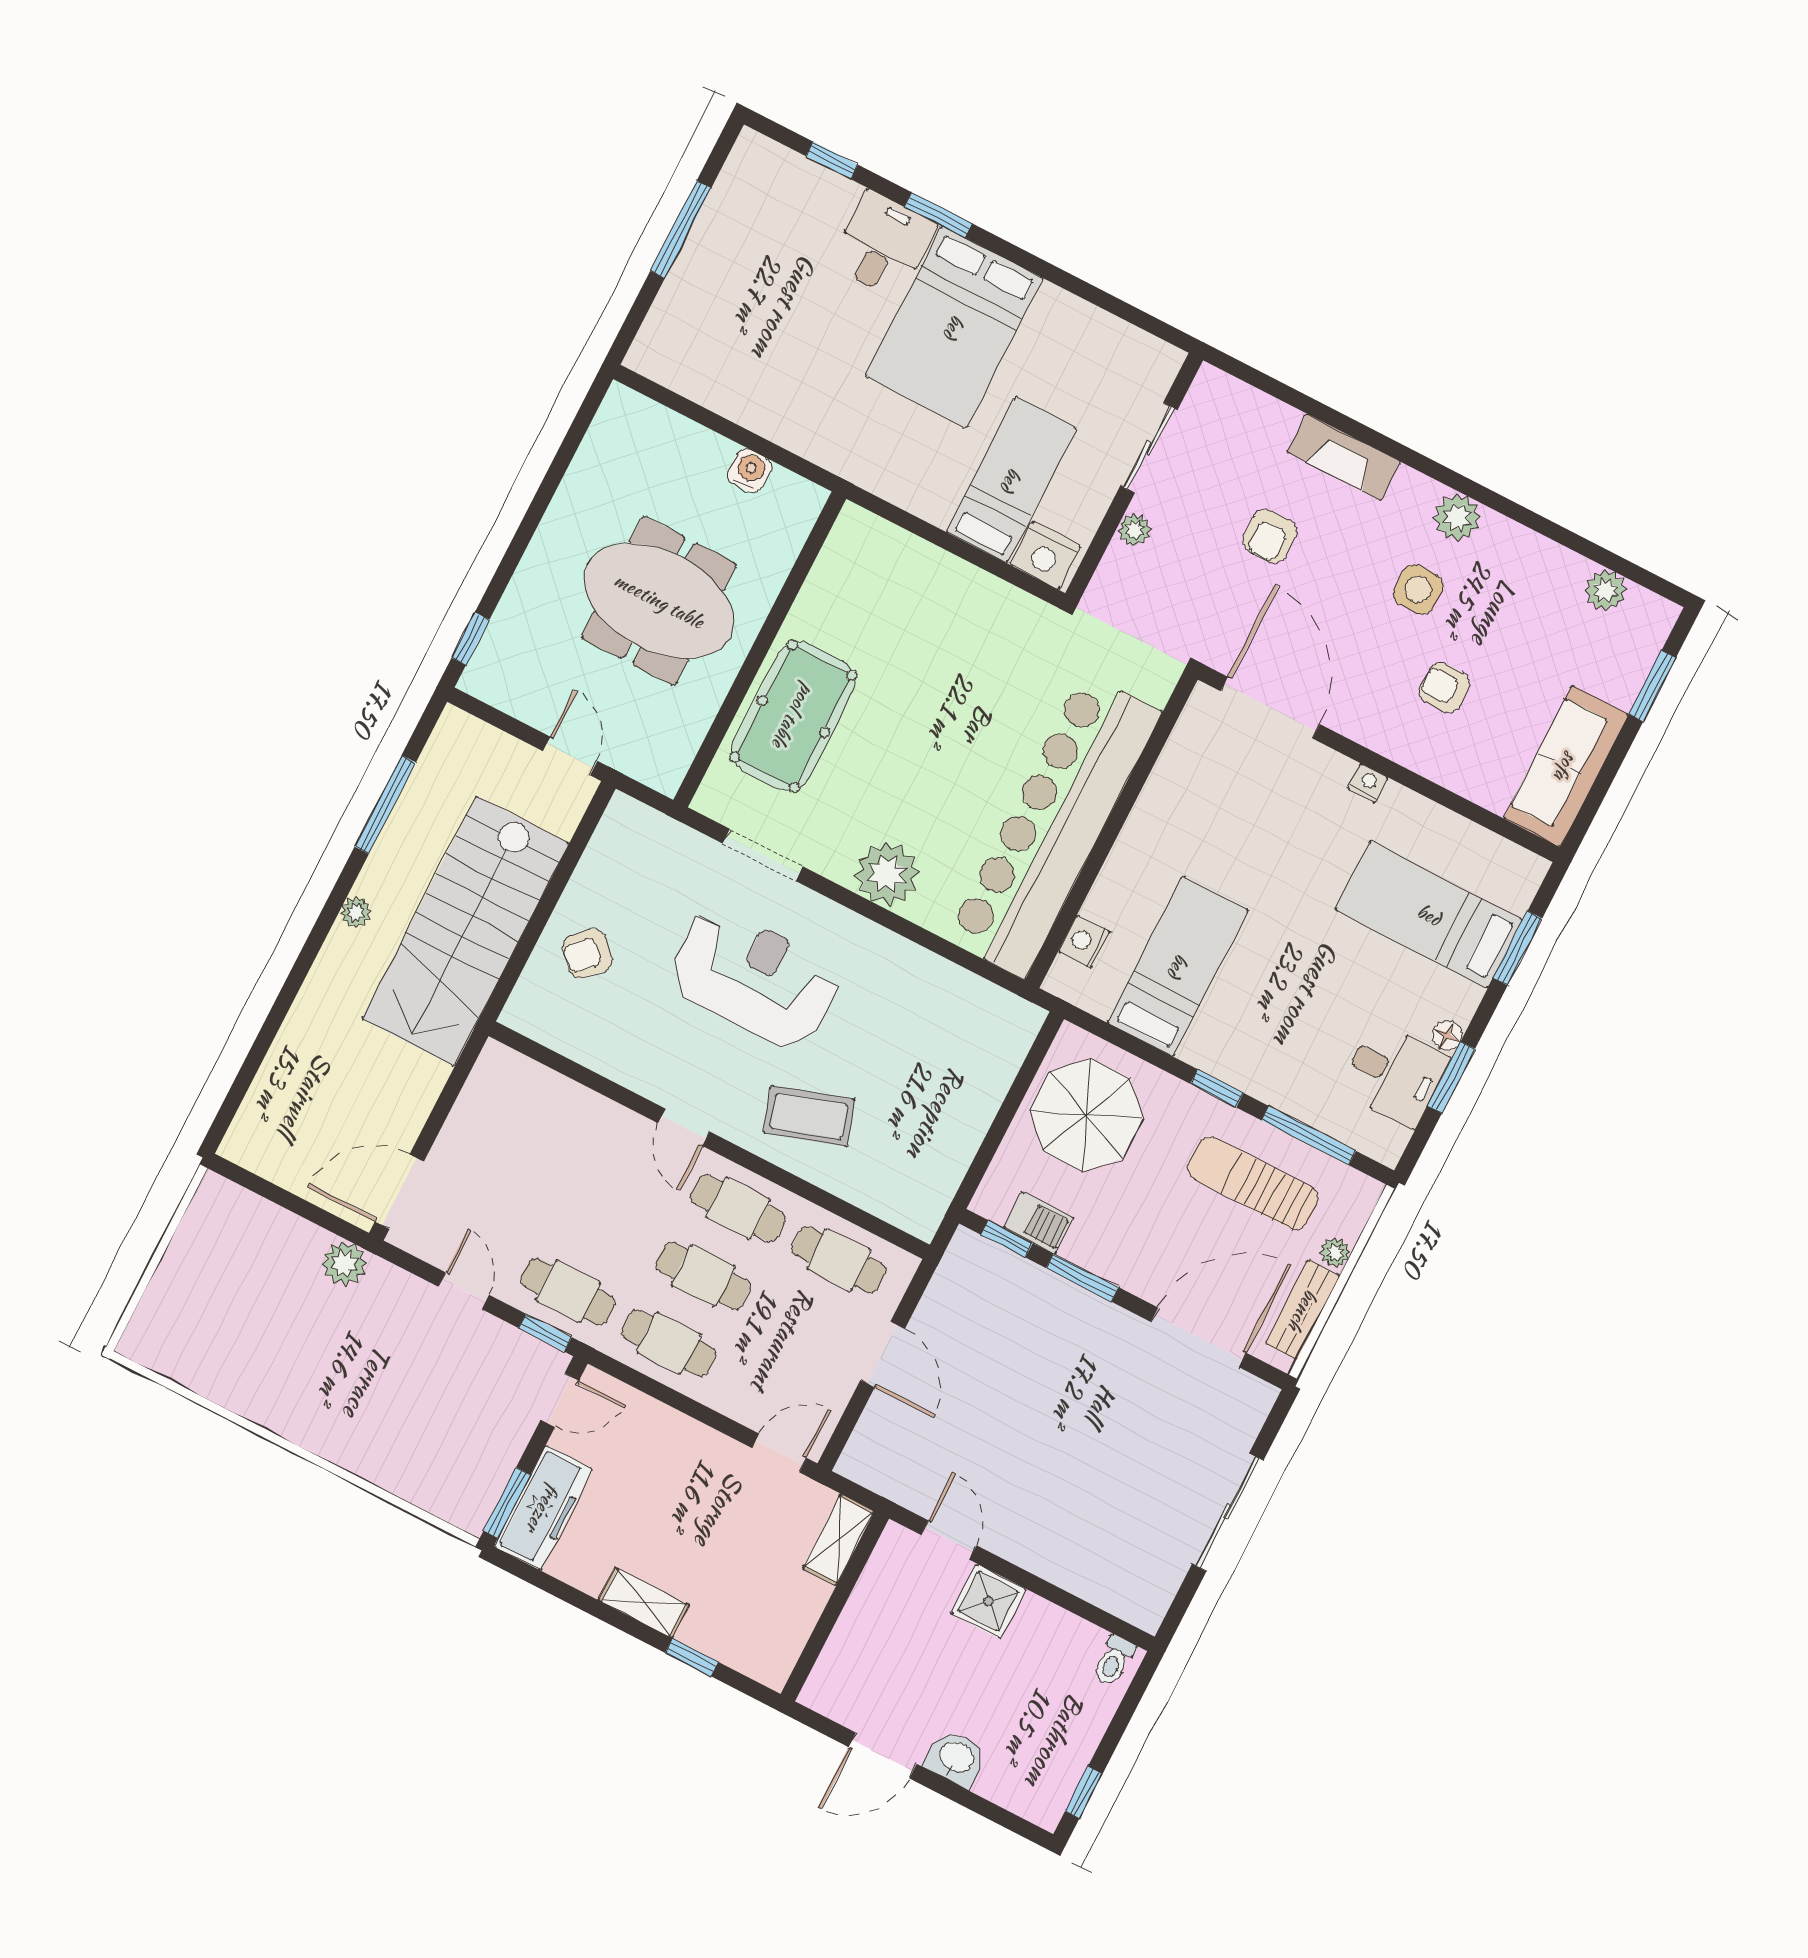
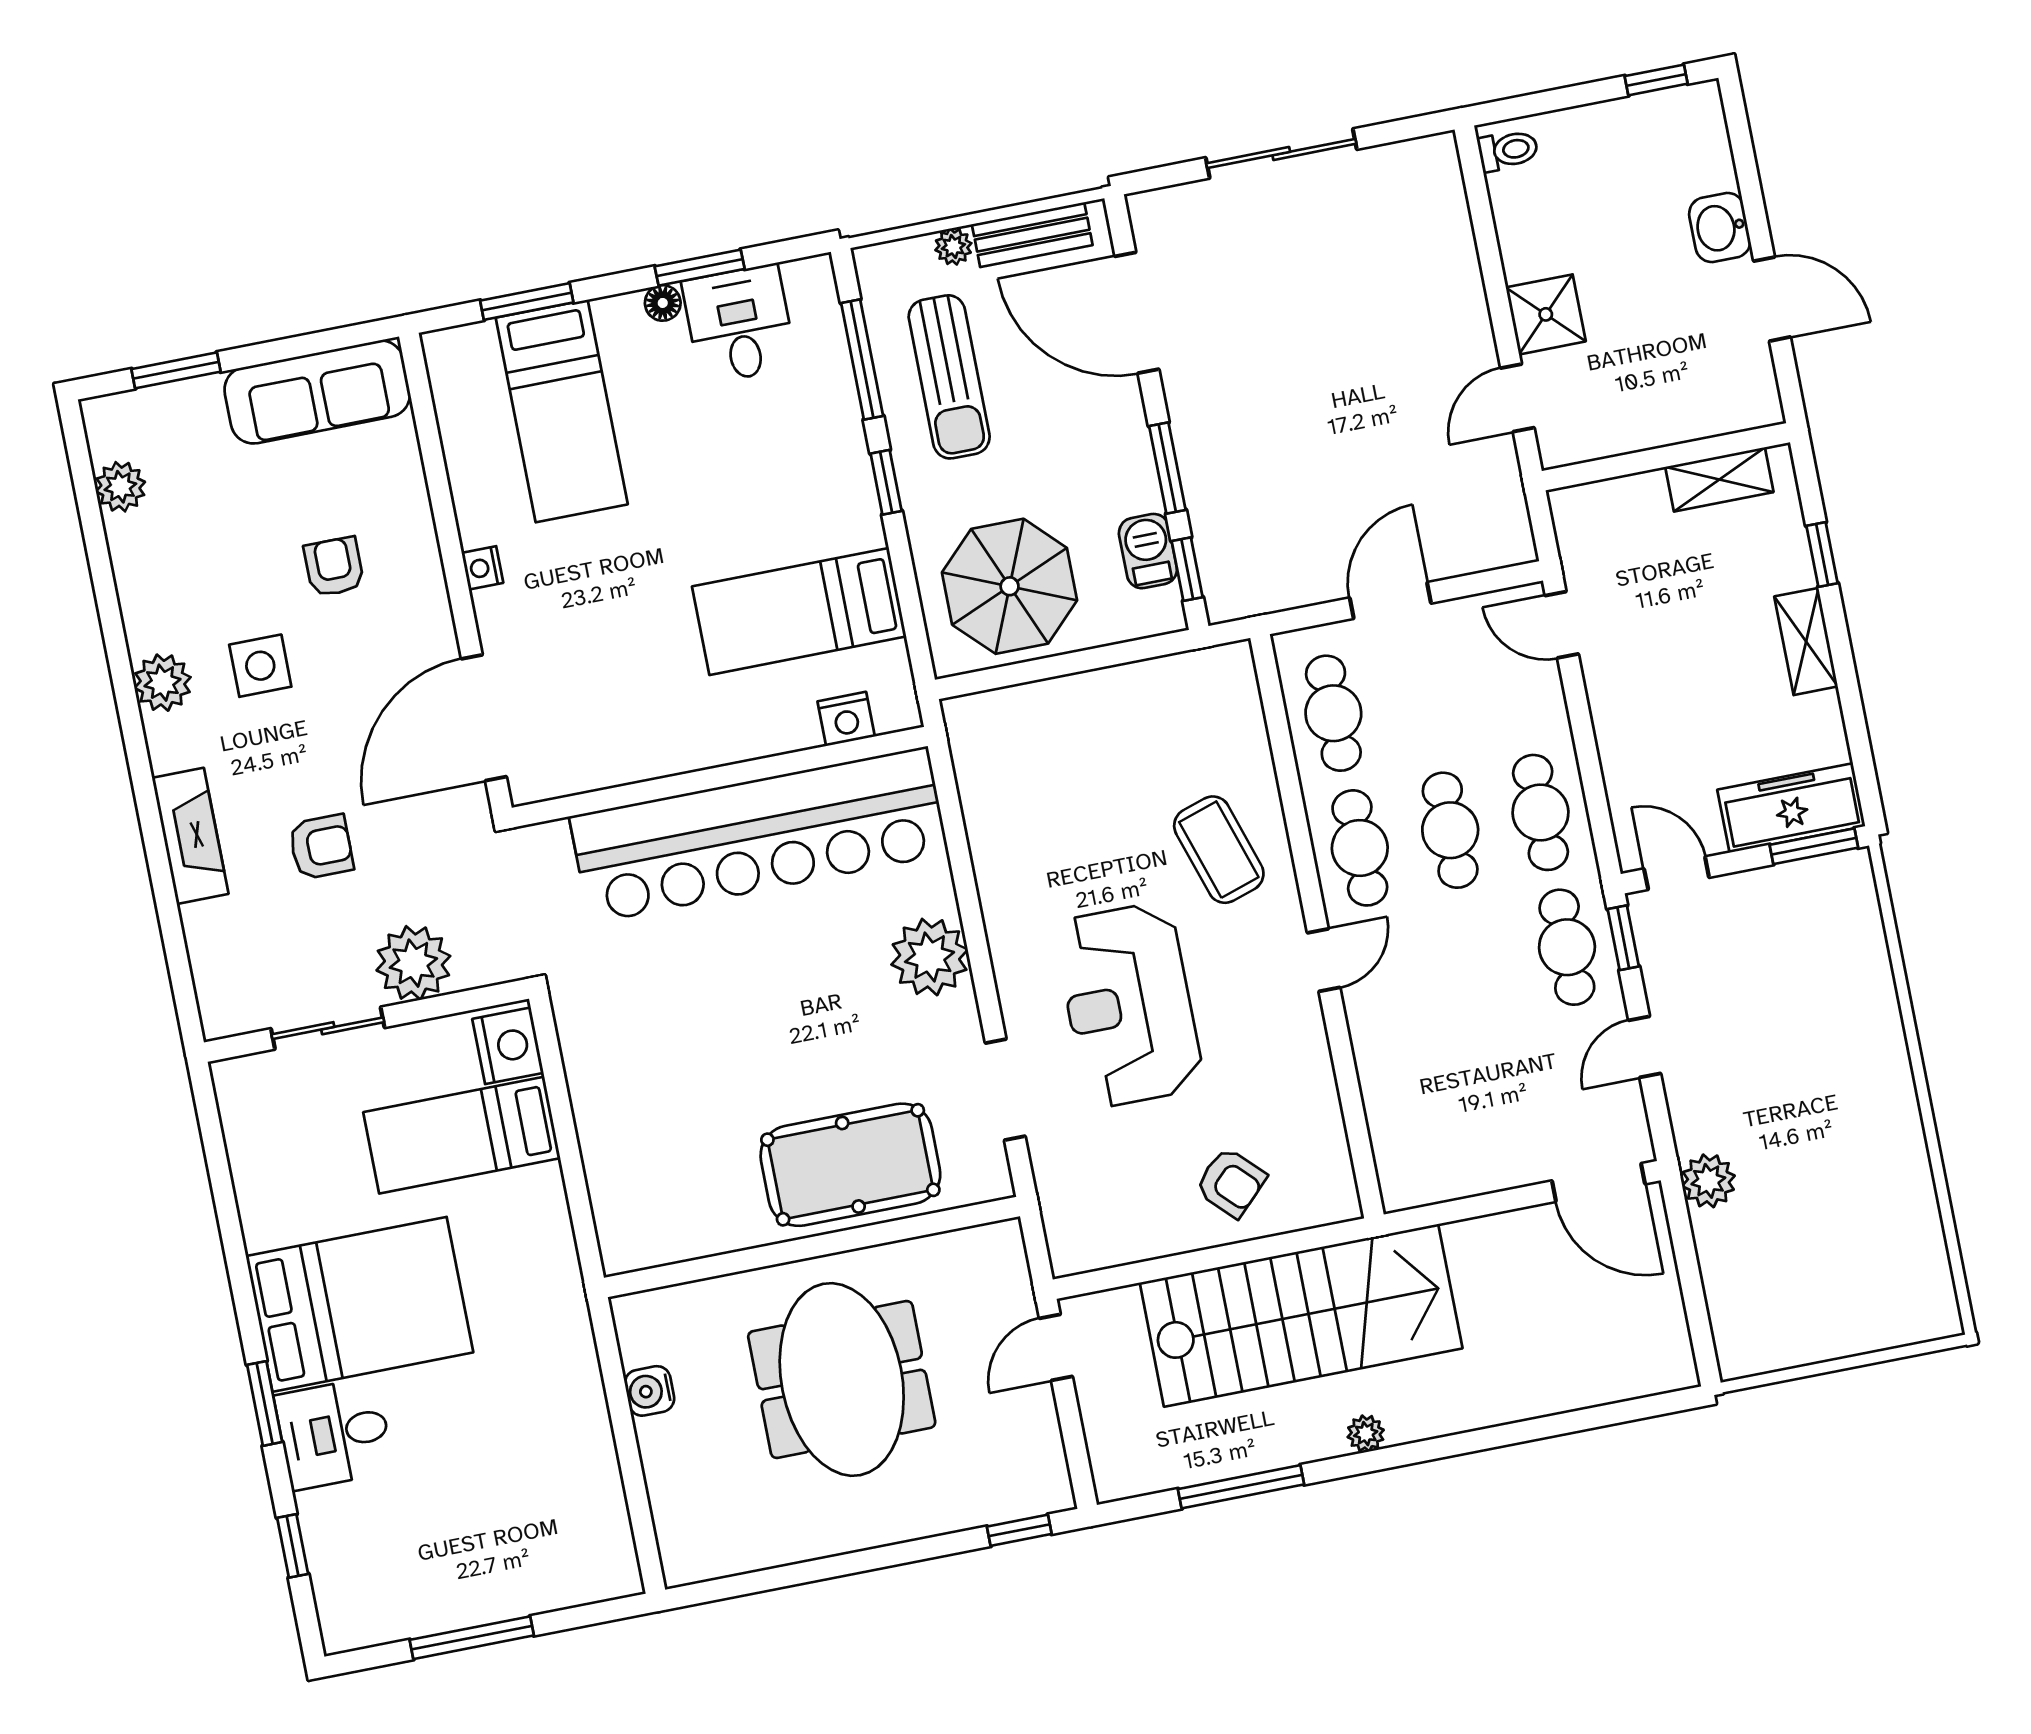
plant: (1134, 530) -> (413, 963), width x1.87, depth x1.87
armchair: (1444, 688) -> (334, 567), turned 180
shelving: (839, 1540) -> (1719, 479), moved

